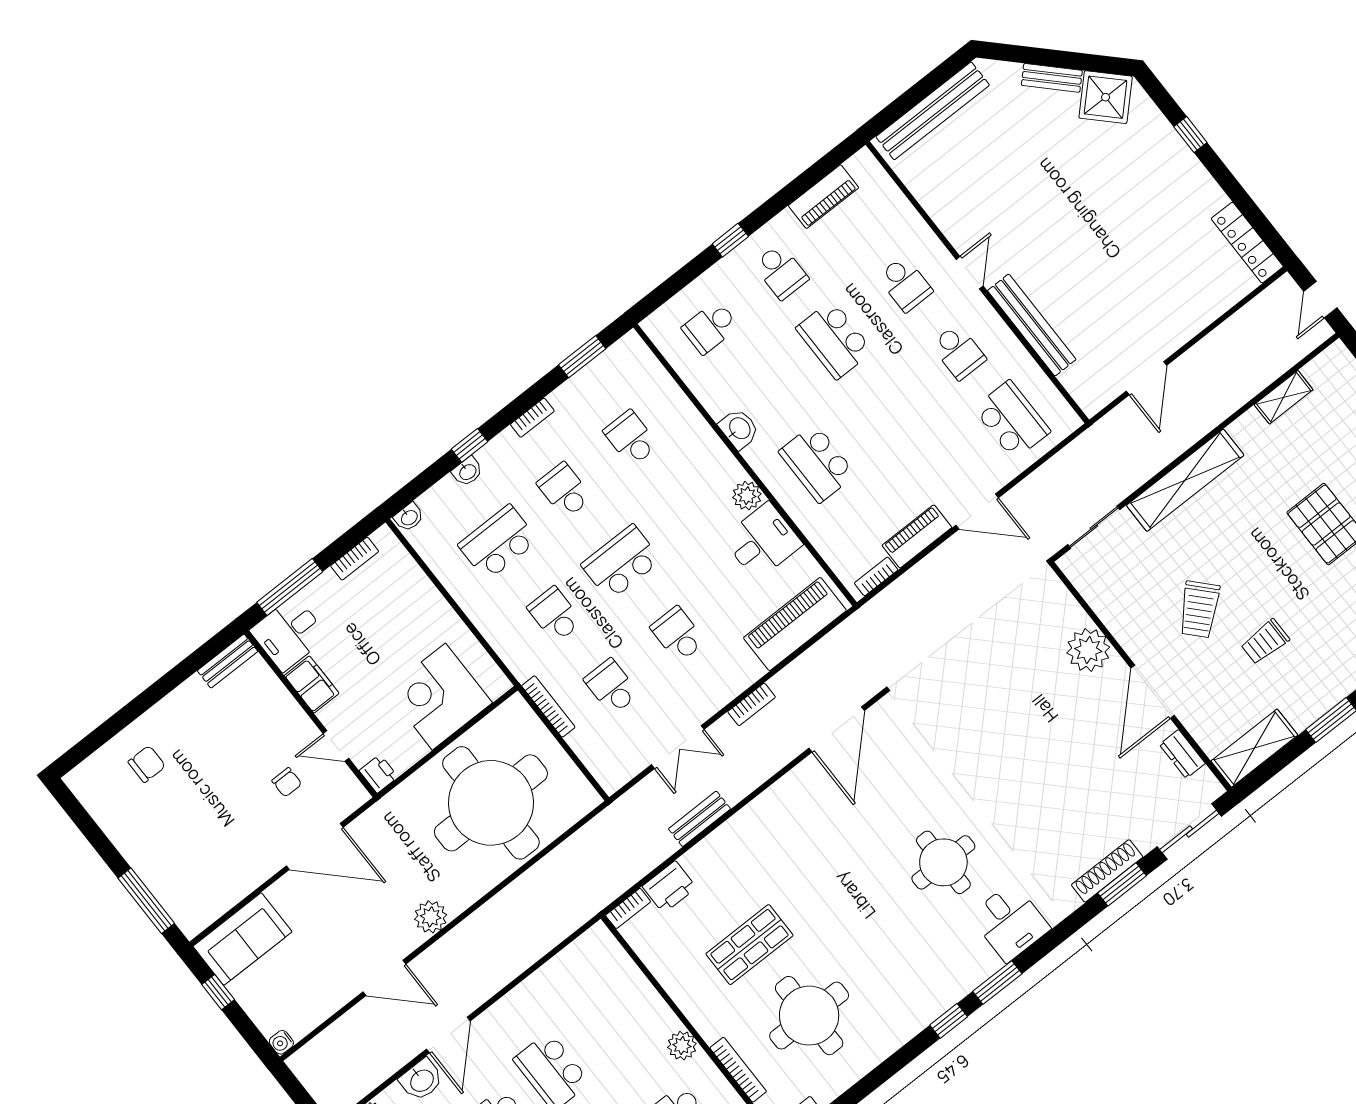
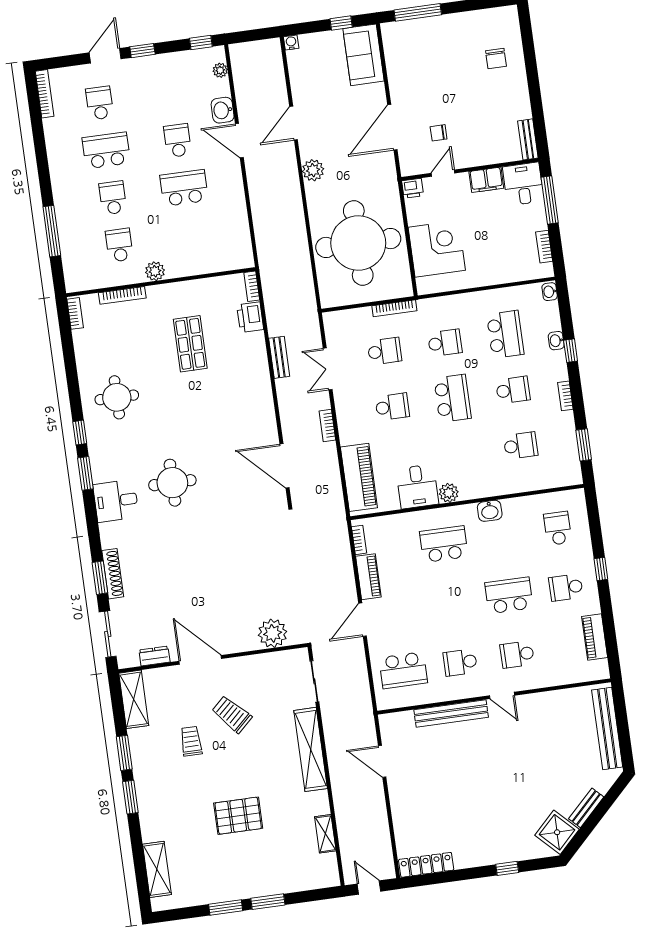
plant: (1088, 650) -> (273, 633), moved
round table: (809, 1016) -> (117, 397), moved, width x0.73, depth x0.73

